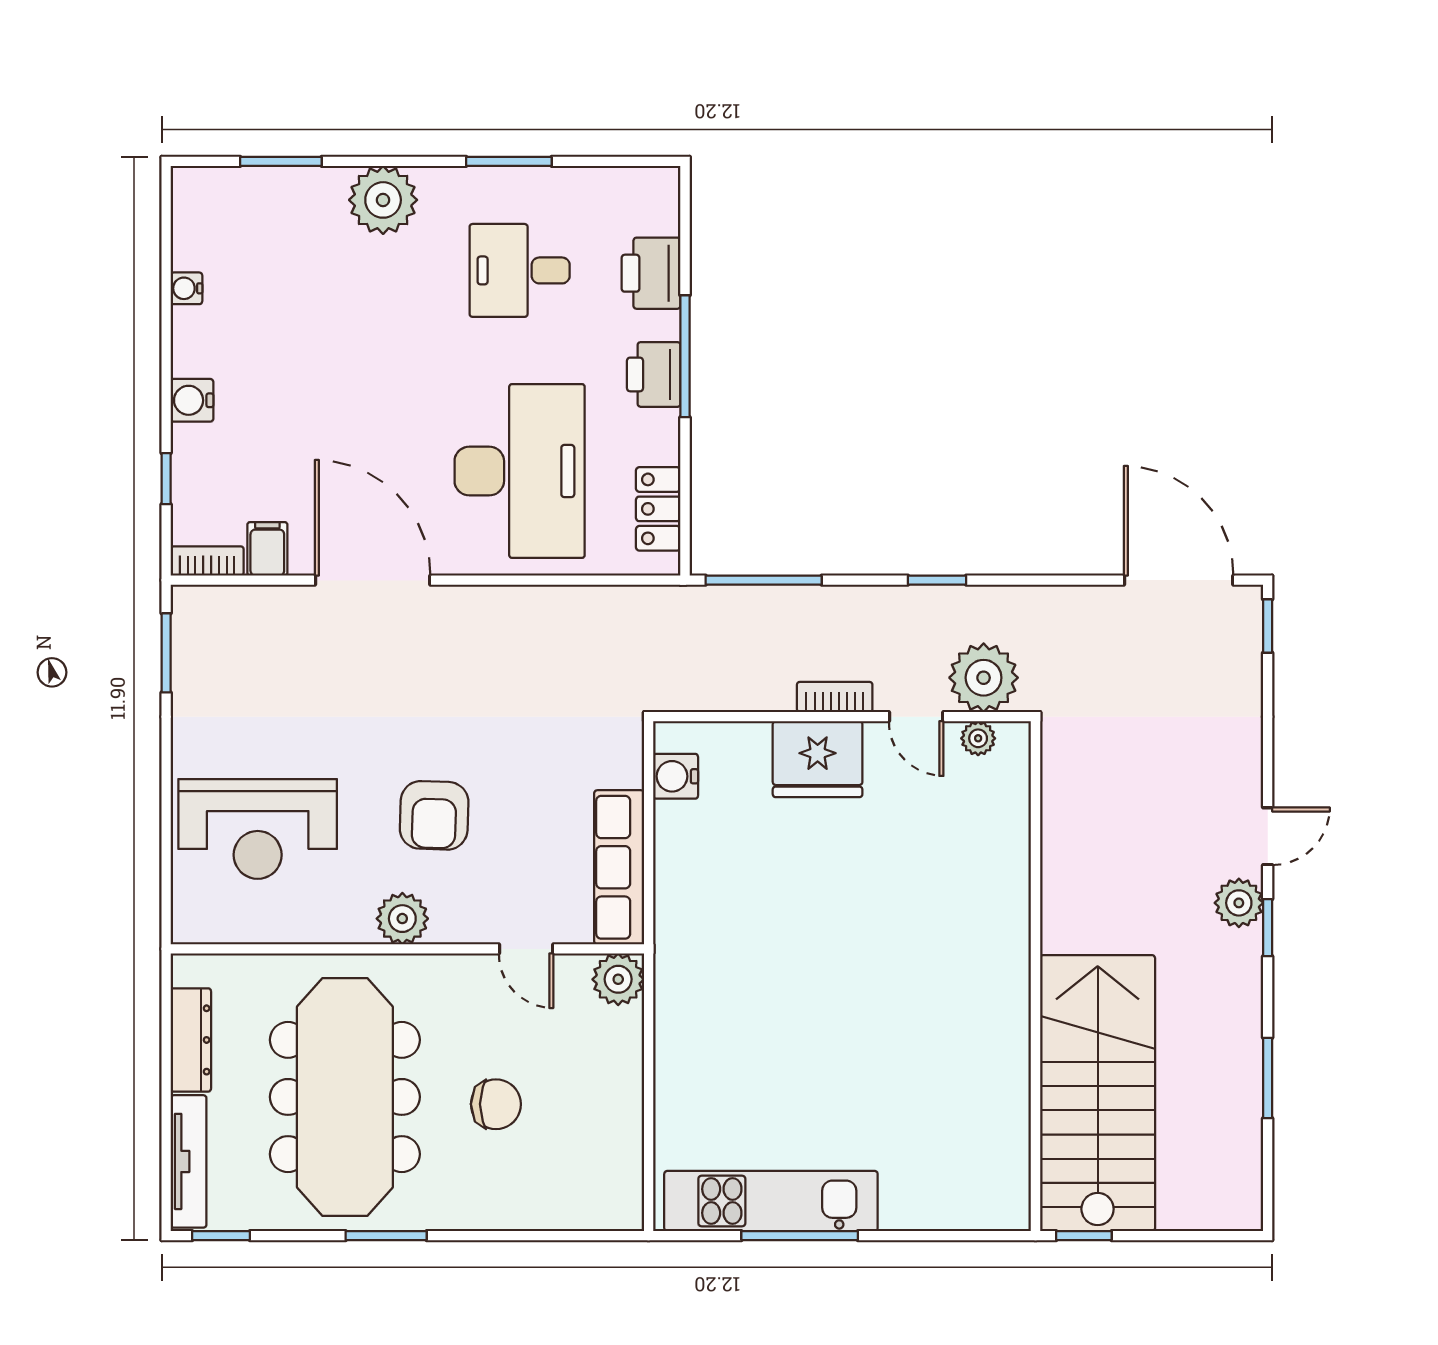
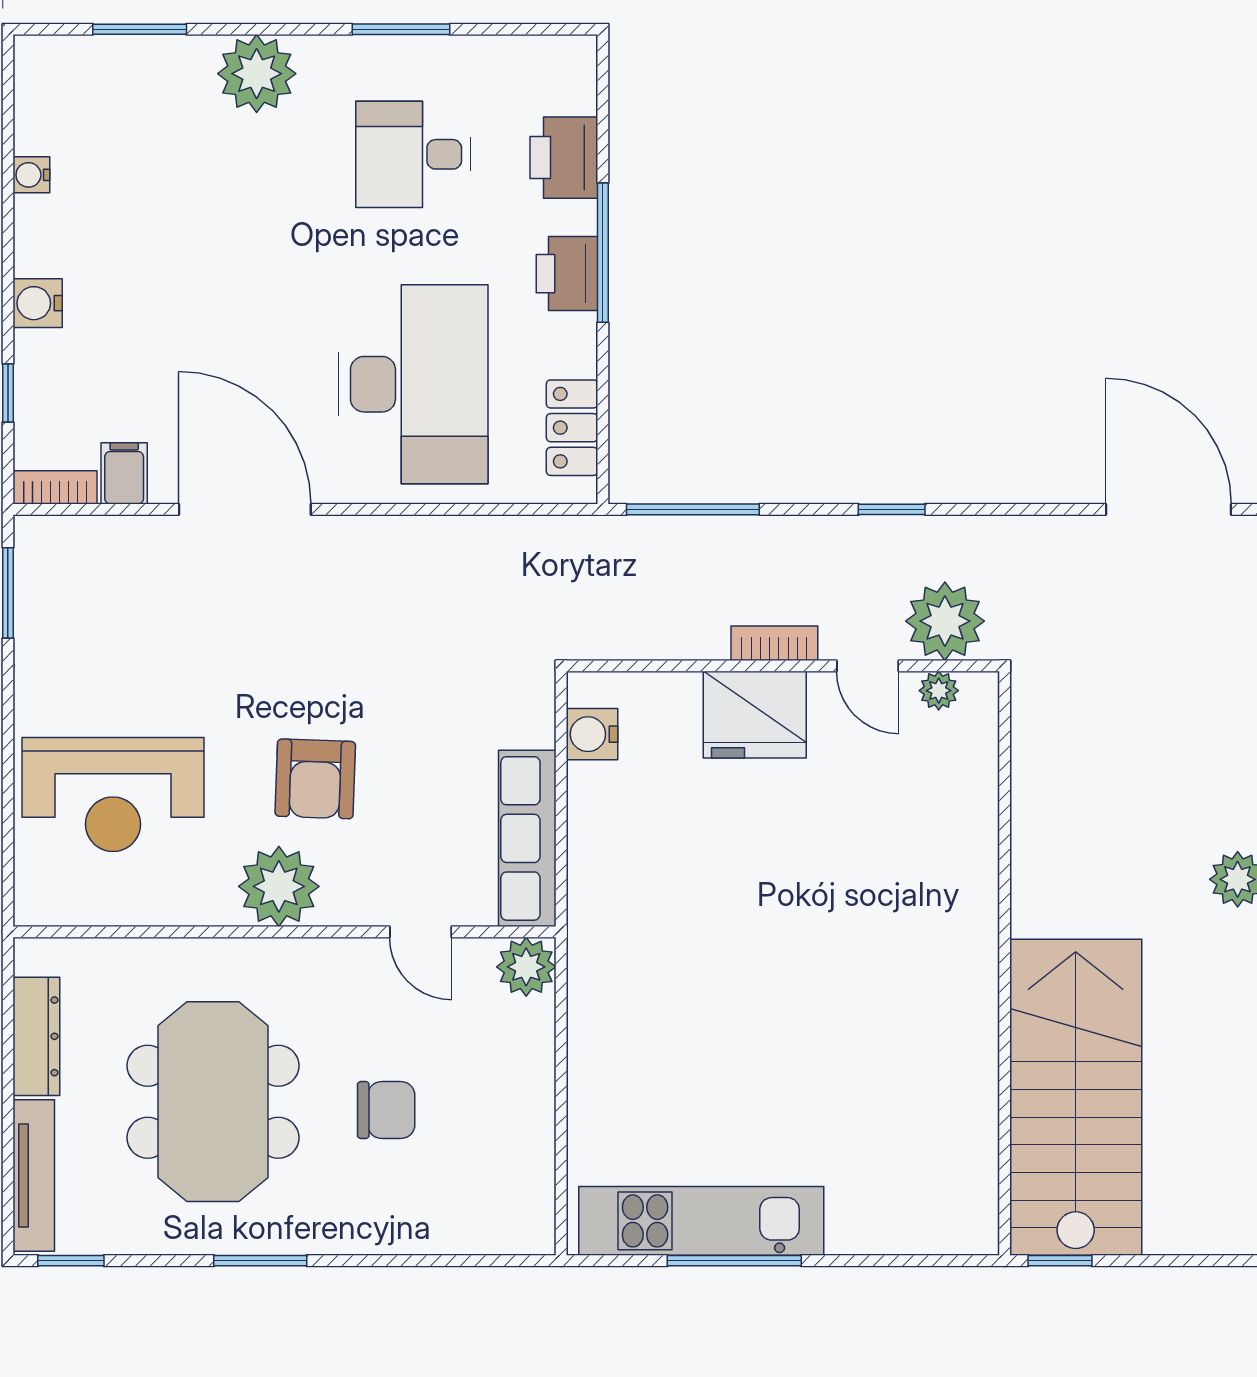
plant: (402, 919) -> (279, 886), width x1.36, depth x1.36
meeting table: (345, 1097) -> (213, 1102), width x0.73

